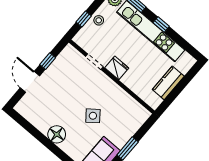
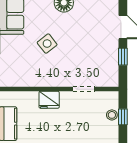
stool: (99, 20) -> (112, 115), moved
fridge: (117, 68) -> (49, 100), moved

